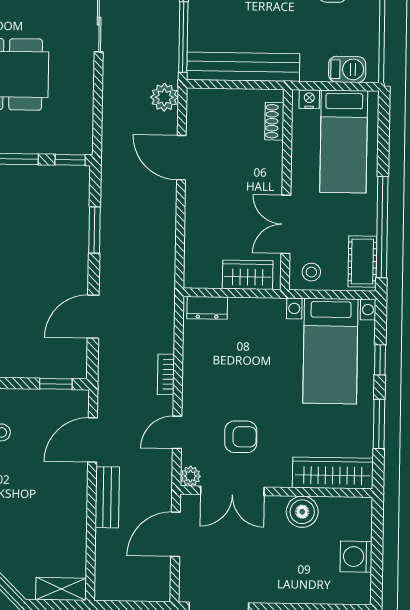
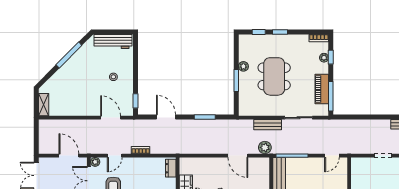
door: (181, 158) -> (238, 156), swing flipped
window: (70, 160) -> (236, 106), removed
door: (177, 432) -> (115, 156), swing flipped
bench: (107, 497) -> (268, 125), moved

